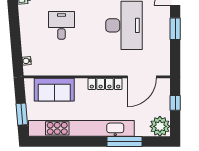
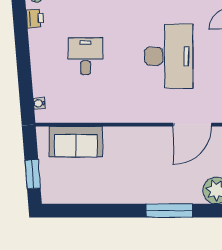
locker: (105, 84) -> (143, 134), removed
kitchen unit: (81, 128) -> (112, 193), removed

